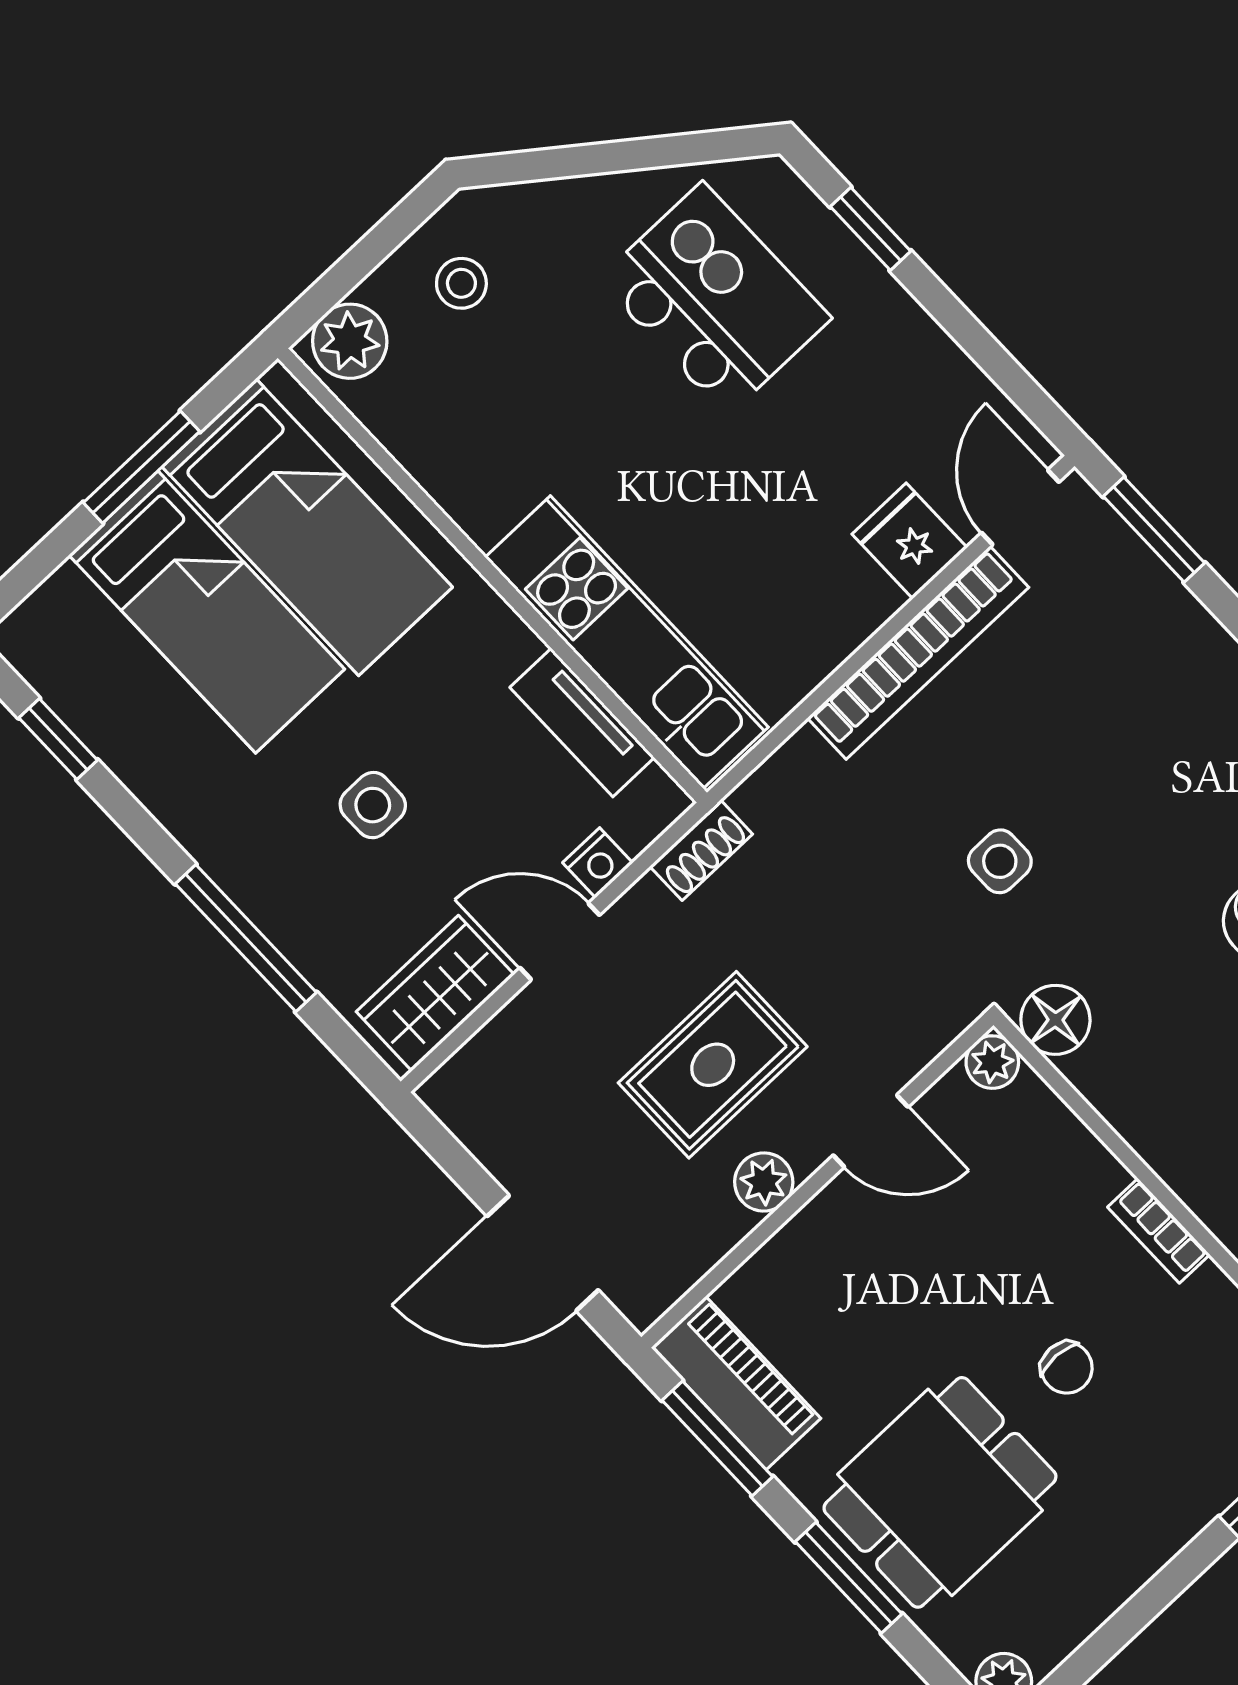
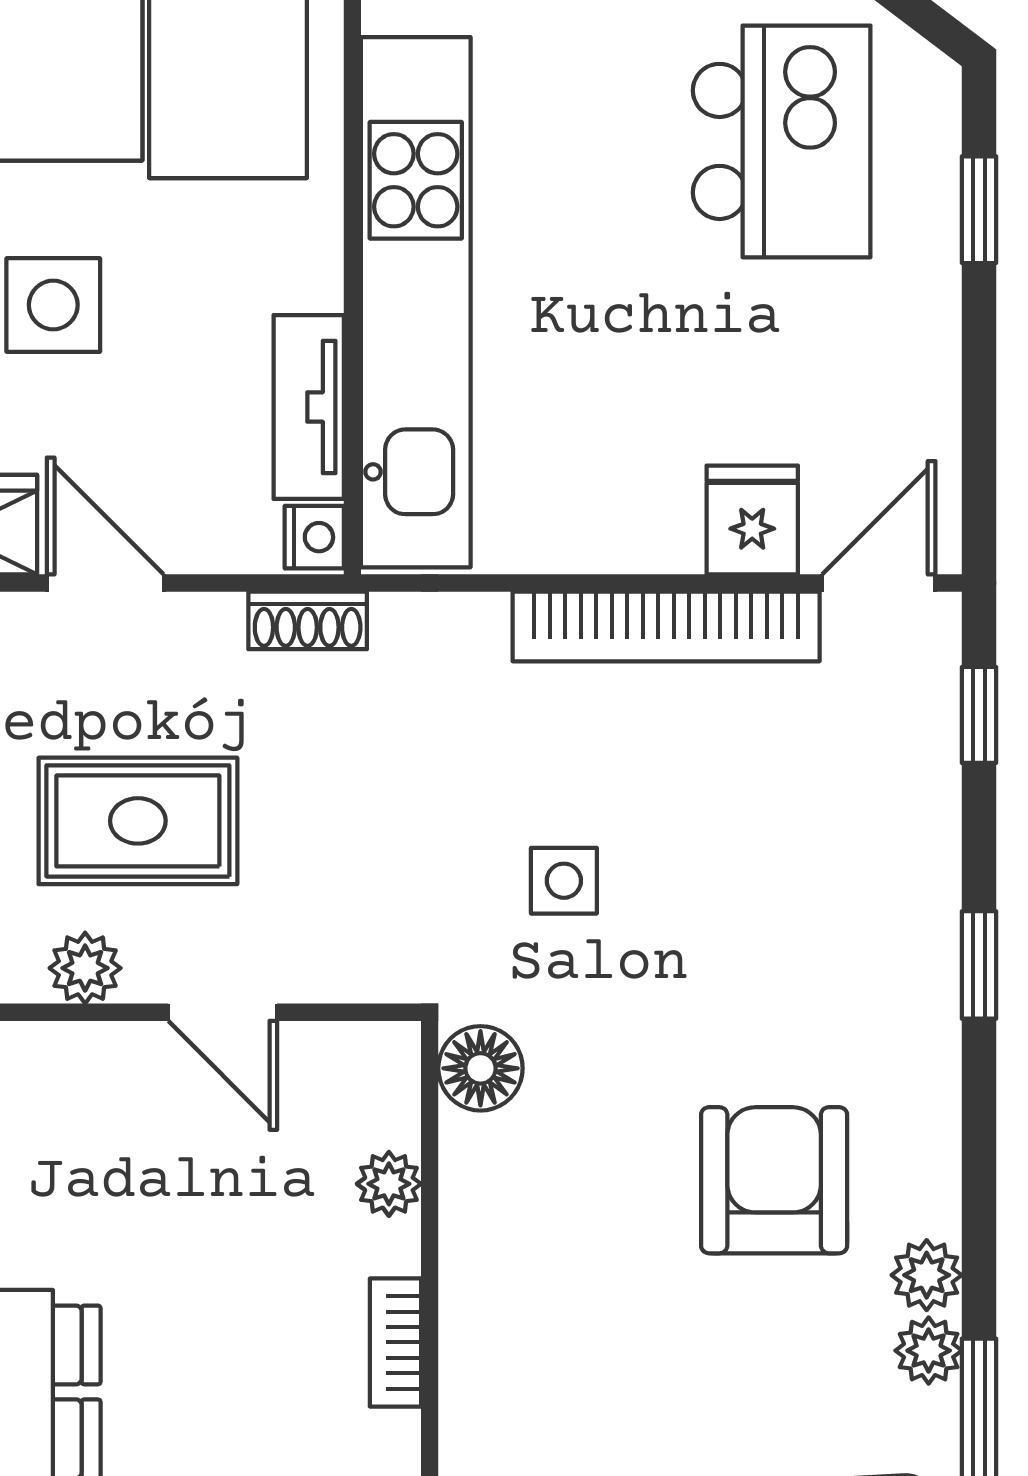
window: (1154, 530) -> (979, 715), width x0.67
kitchen unit: (627, 642) -> (416, 302), width x1.36
side table: (373, 805) -> (53, 305), width x1.37, depth x1.37
nightstand: (598, 863) -> (314, 537), moved, turned -90
plant: (992, 1062) -> (389, 1184), moved
chair: (1067, 1368) -> (199, 1387), removed

